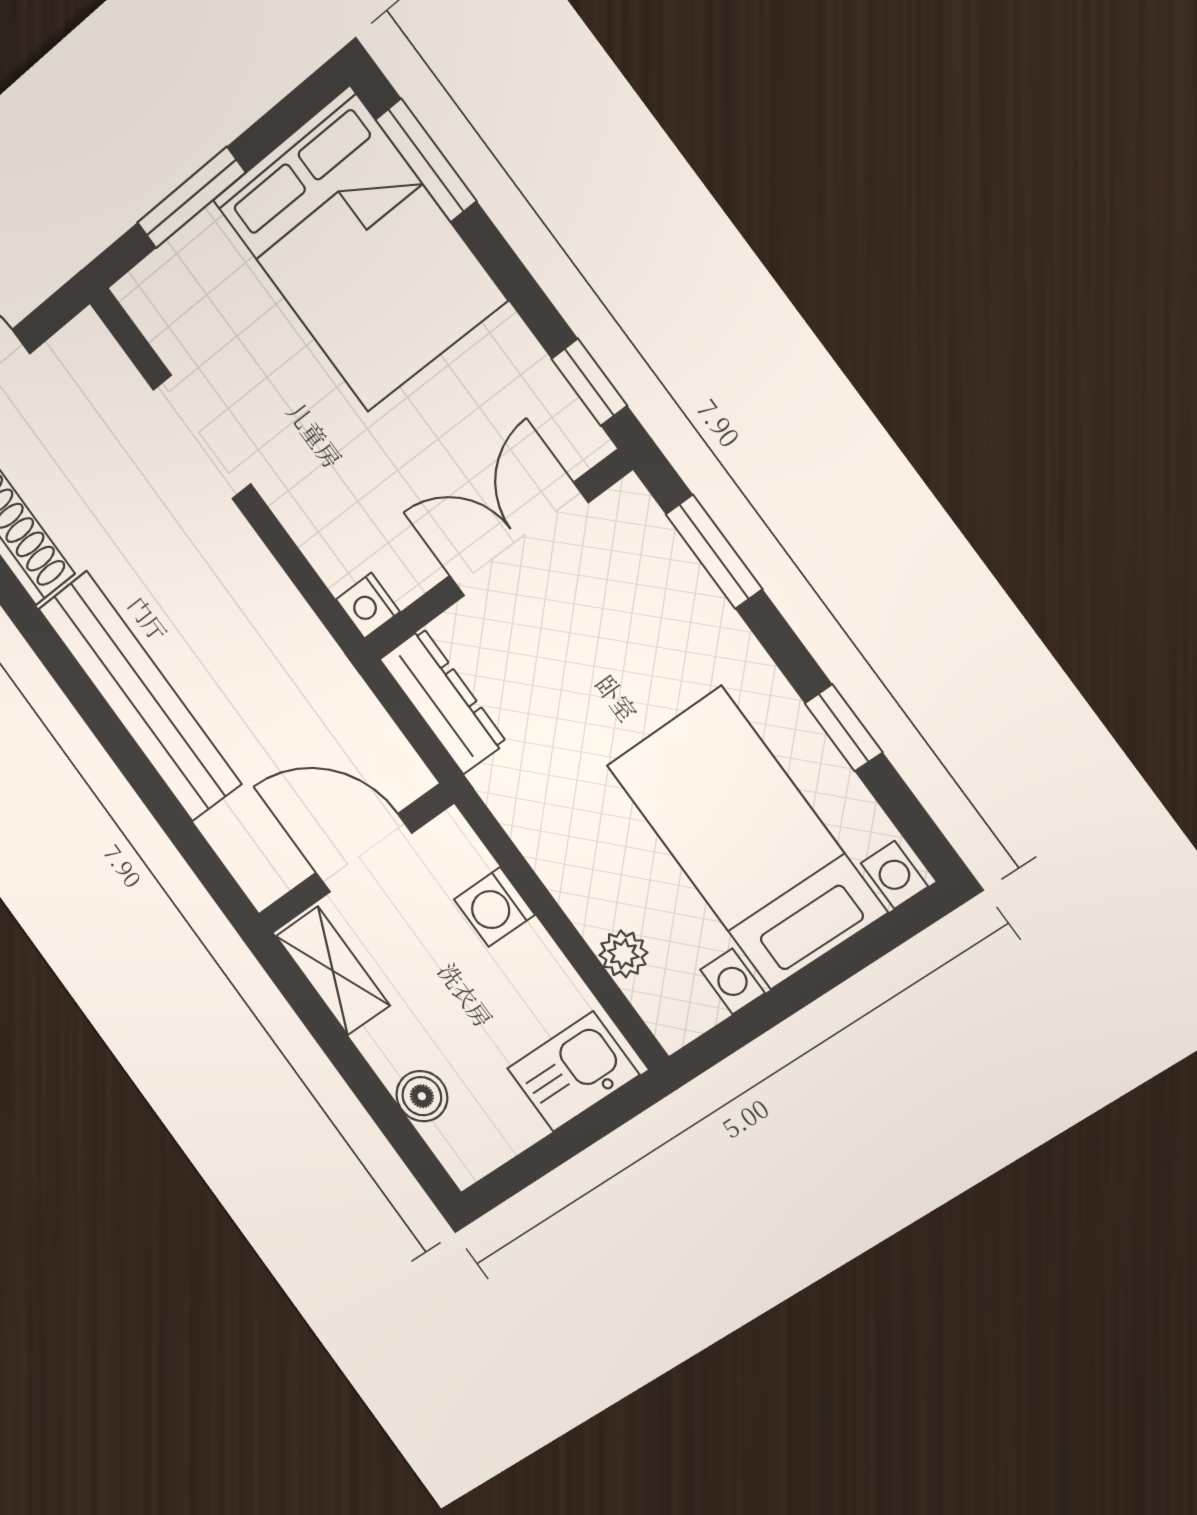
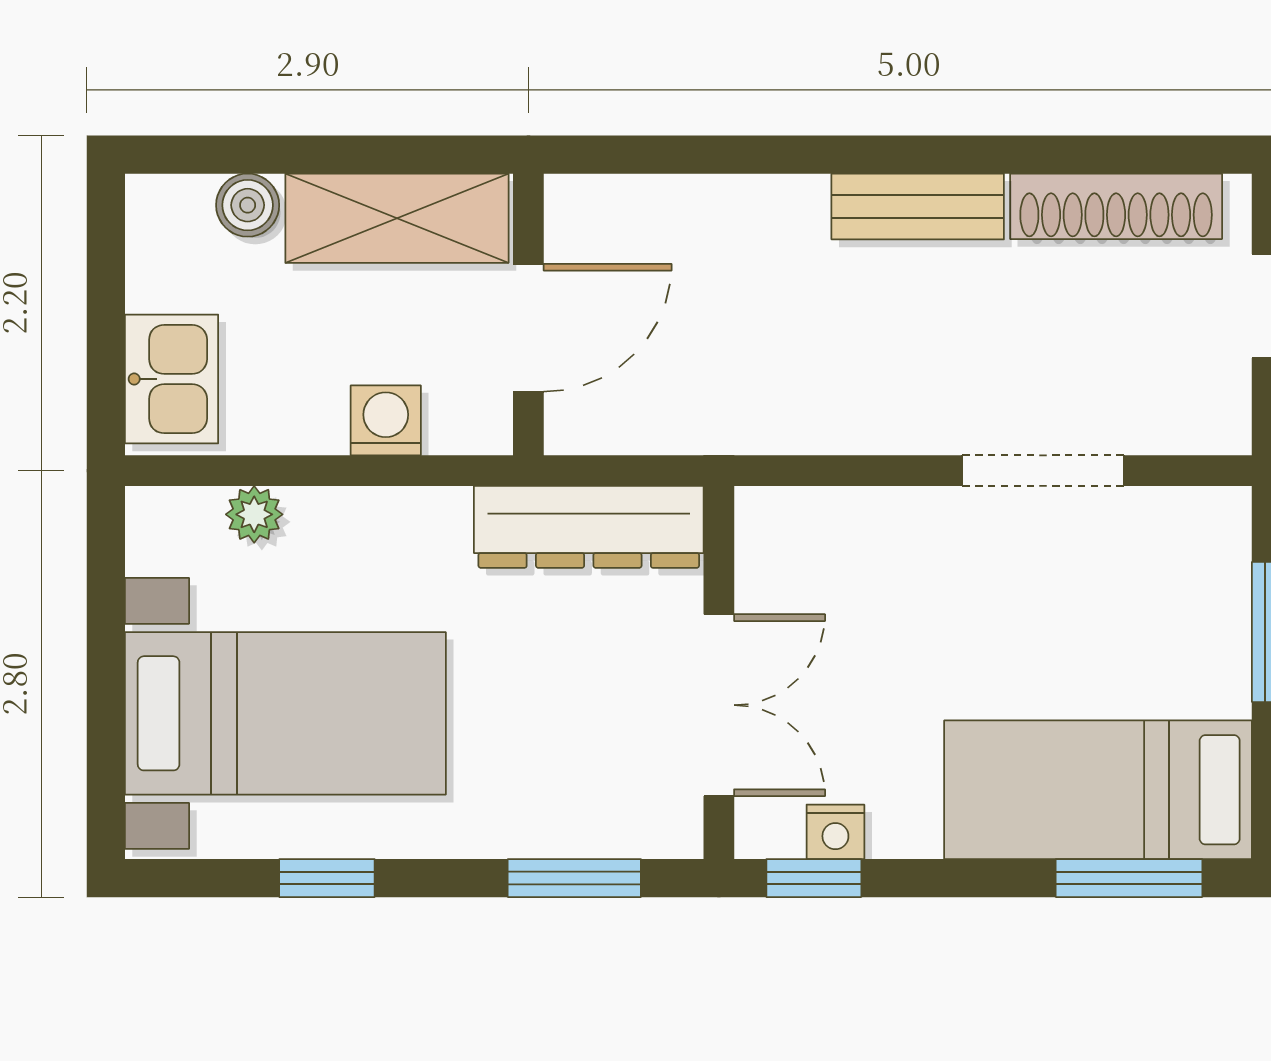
bed: (359, 250) -> (1098, 790), width x0.67
nightstand: (368, 606) -> (835, 832), moved, turned 180
bench: (140, 696) -> (918, 207), width x0.54, depth x0.82
dresser: (443, 701) -> (589, 527), width x1.37, depth x1.24
shelving: (333, 971) -> (397, 218), width x1.50, depth x1.33

